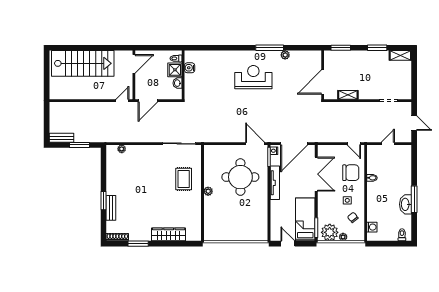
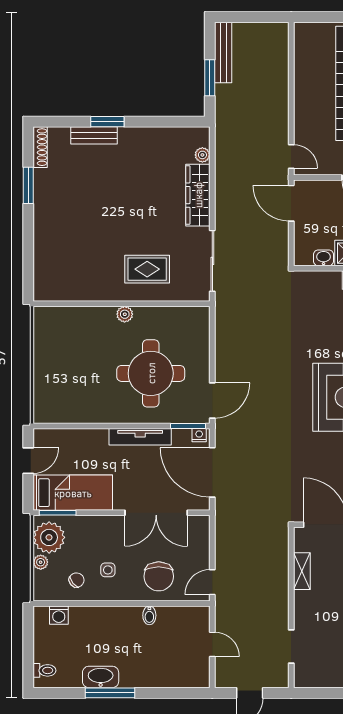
bench: (61, 138) -> (223, 52), width x1.36
wardrobe: (169, 234) -> (198, 195), moved, turned 180

